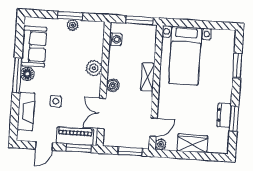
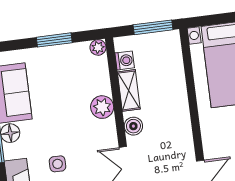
plant: (72, 25) -> (98, 47), moved
shelving: (147, 77) -> (129, 90), moved

